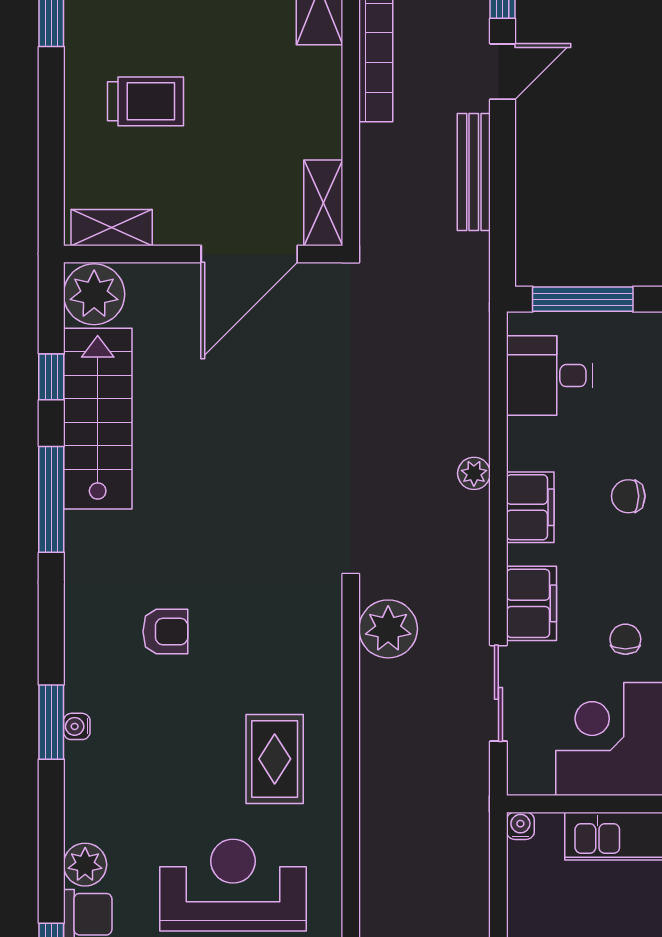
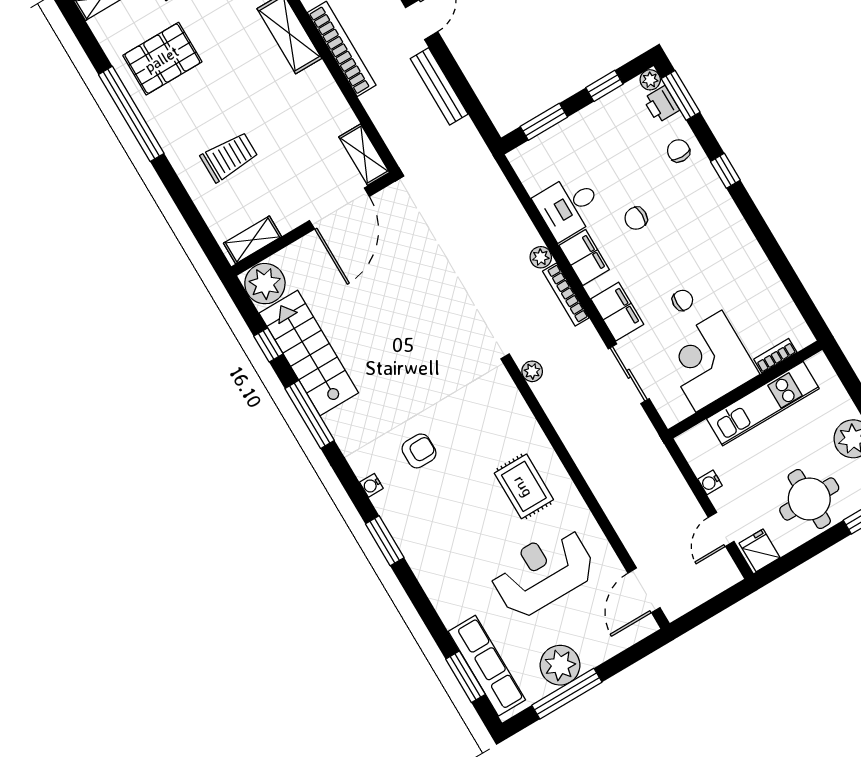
window: (583, 299) -> (544, 122), width x0.69
desk: (550, 376) -> (569, 206), moved
bookcase: (478, 541) -> (566, 295), added
plant: (388, 629) -> (532, 371), width x0.53, depth x0.53
chair: (625, 639) -> (683, 300), turned 90
water cooler: (77, 726) -> (371, 485), moved
water cooler: (520, 826) -> (710, 482), moved, turned -90
plant: (85, 865) -> (452, 610), removed

